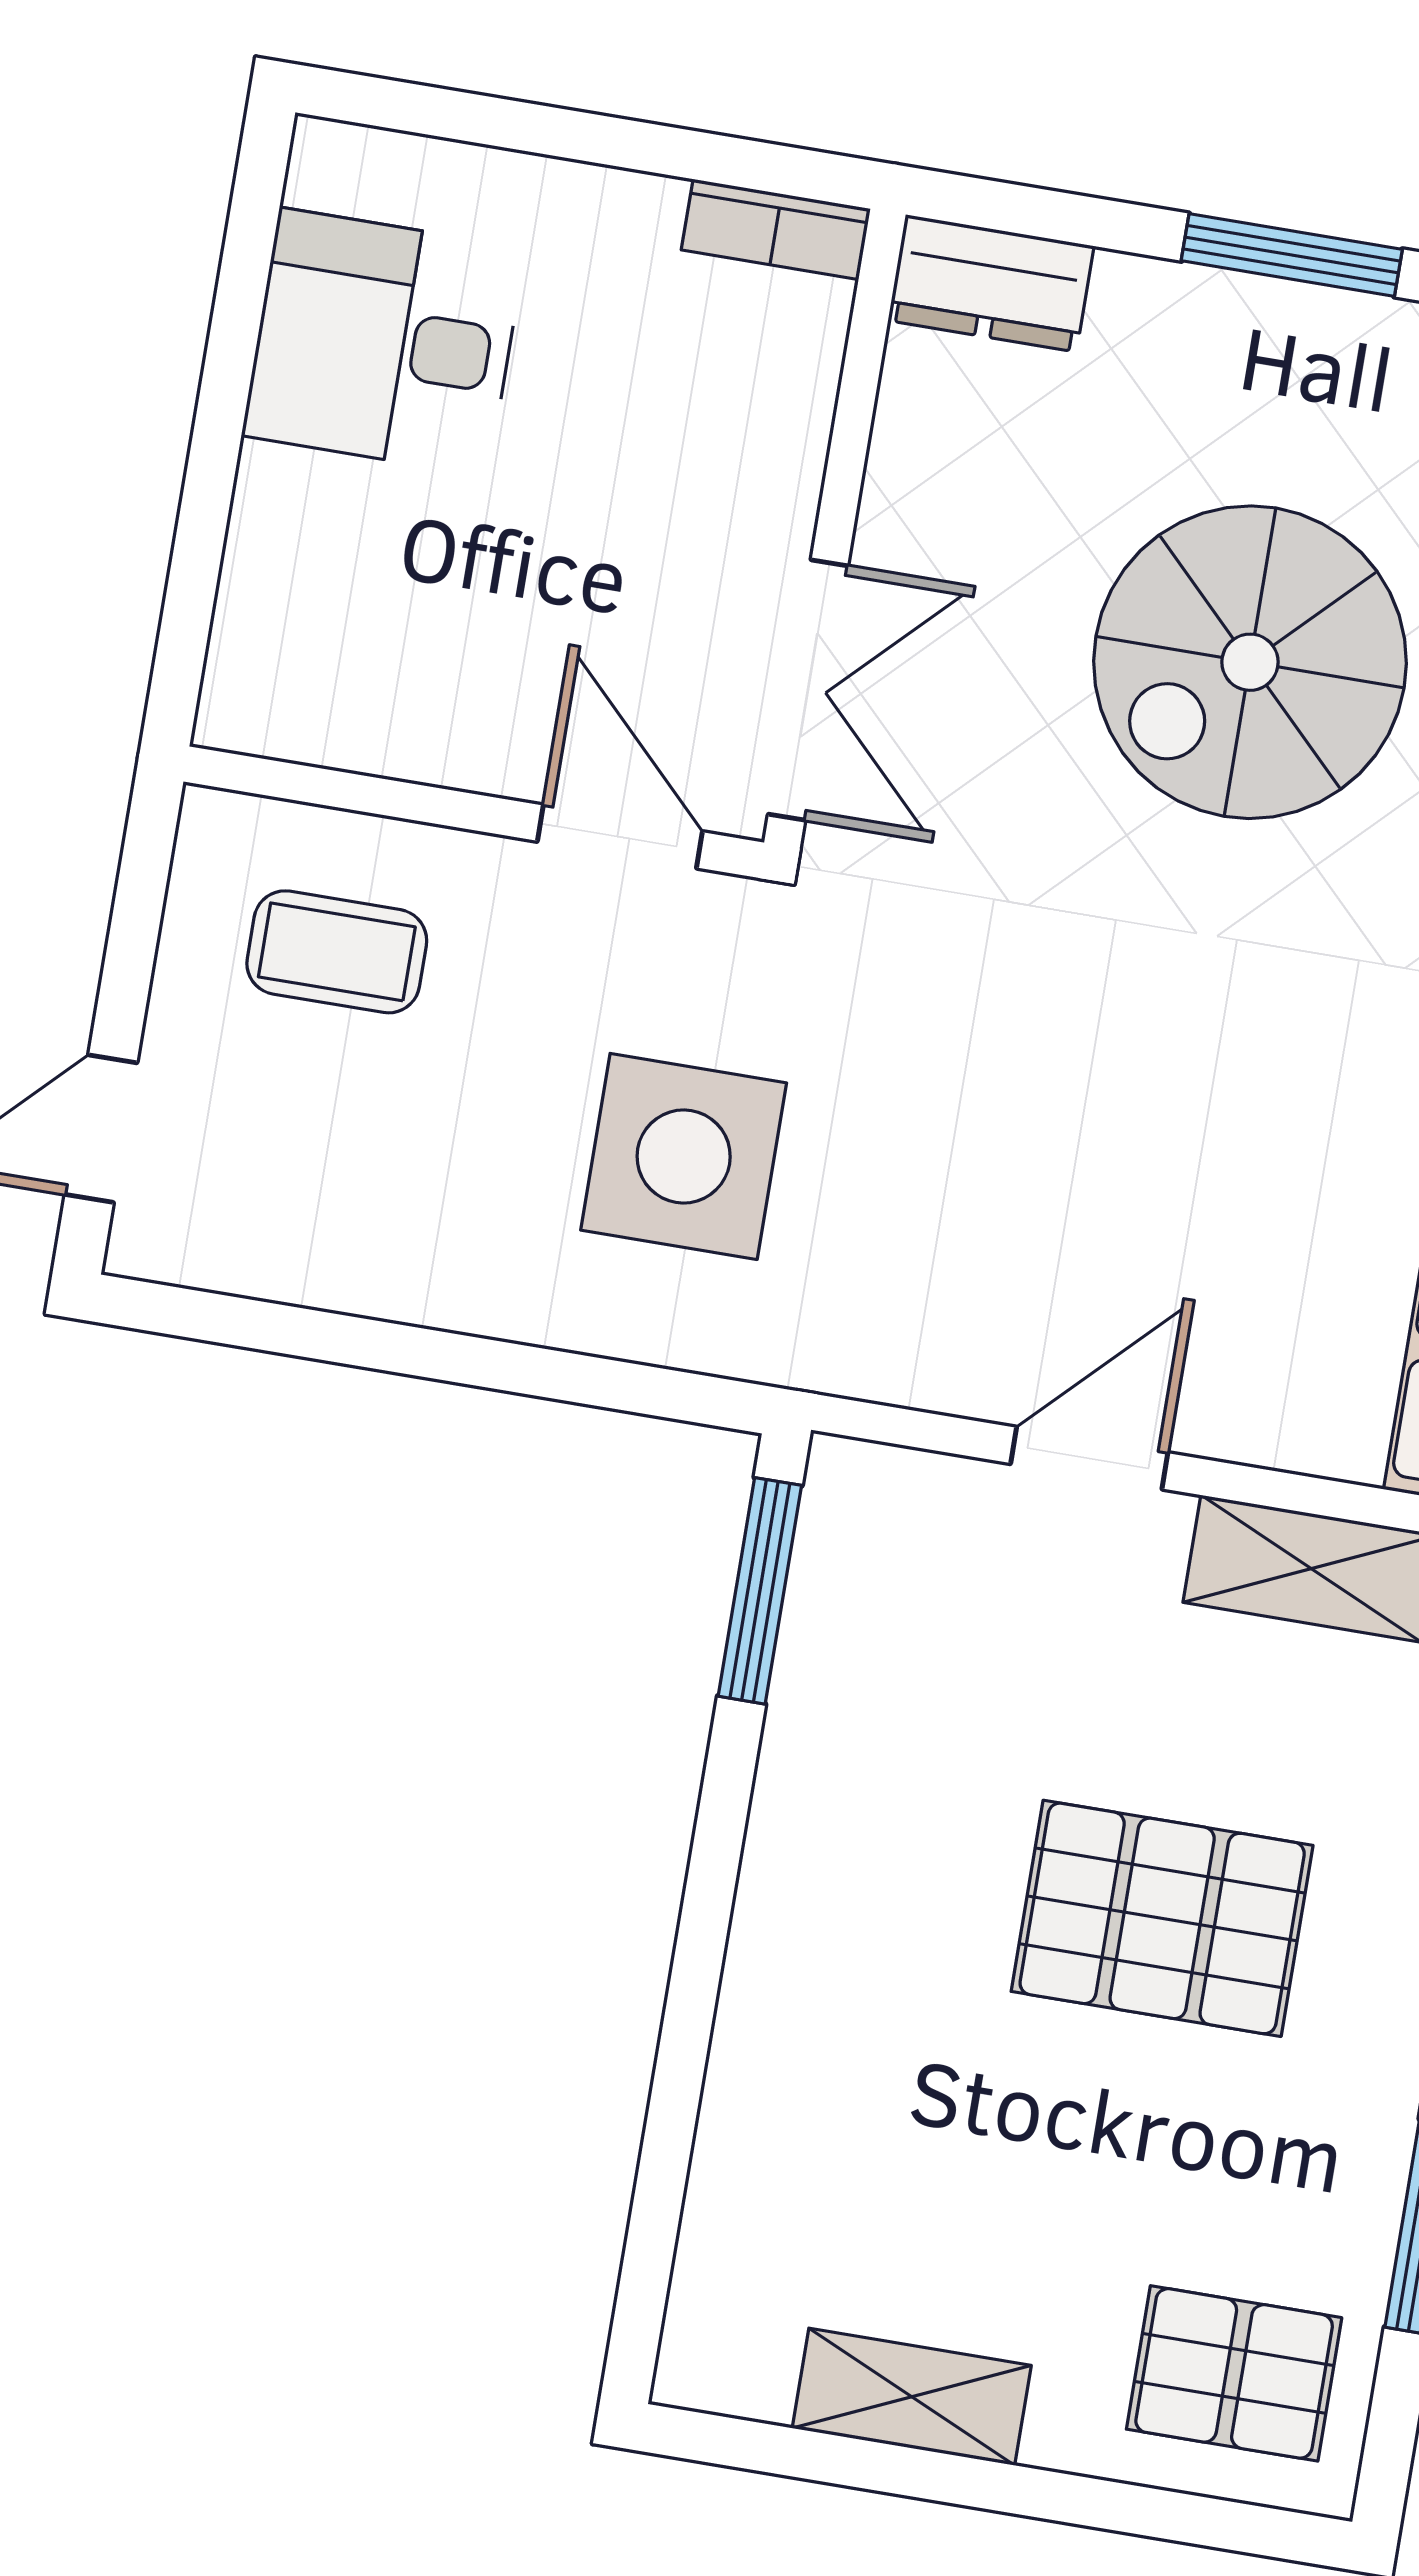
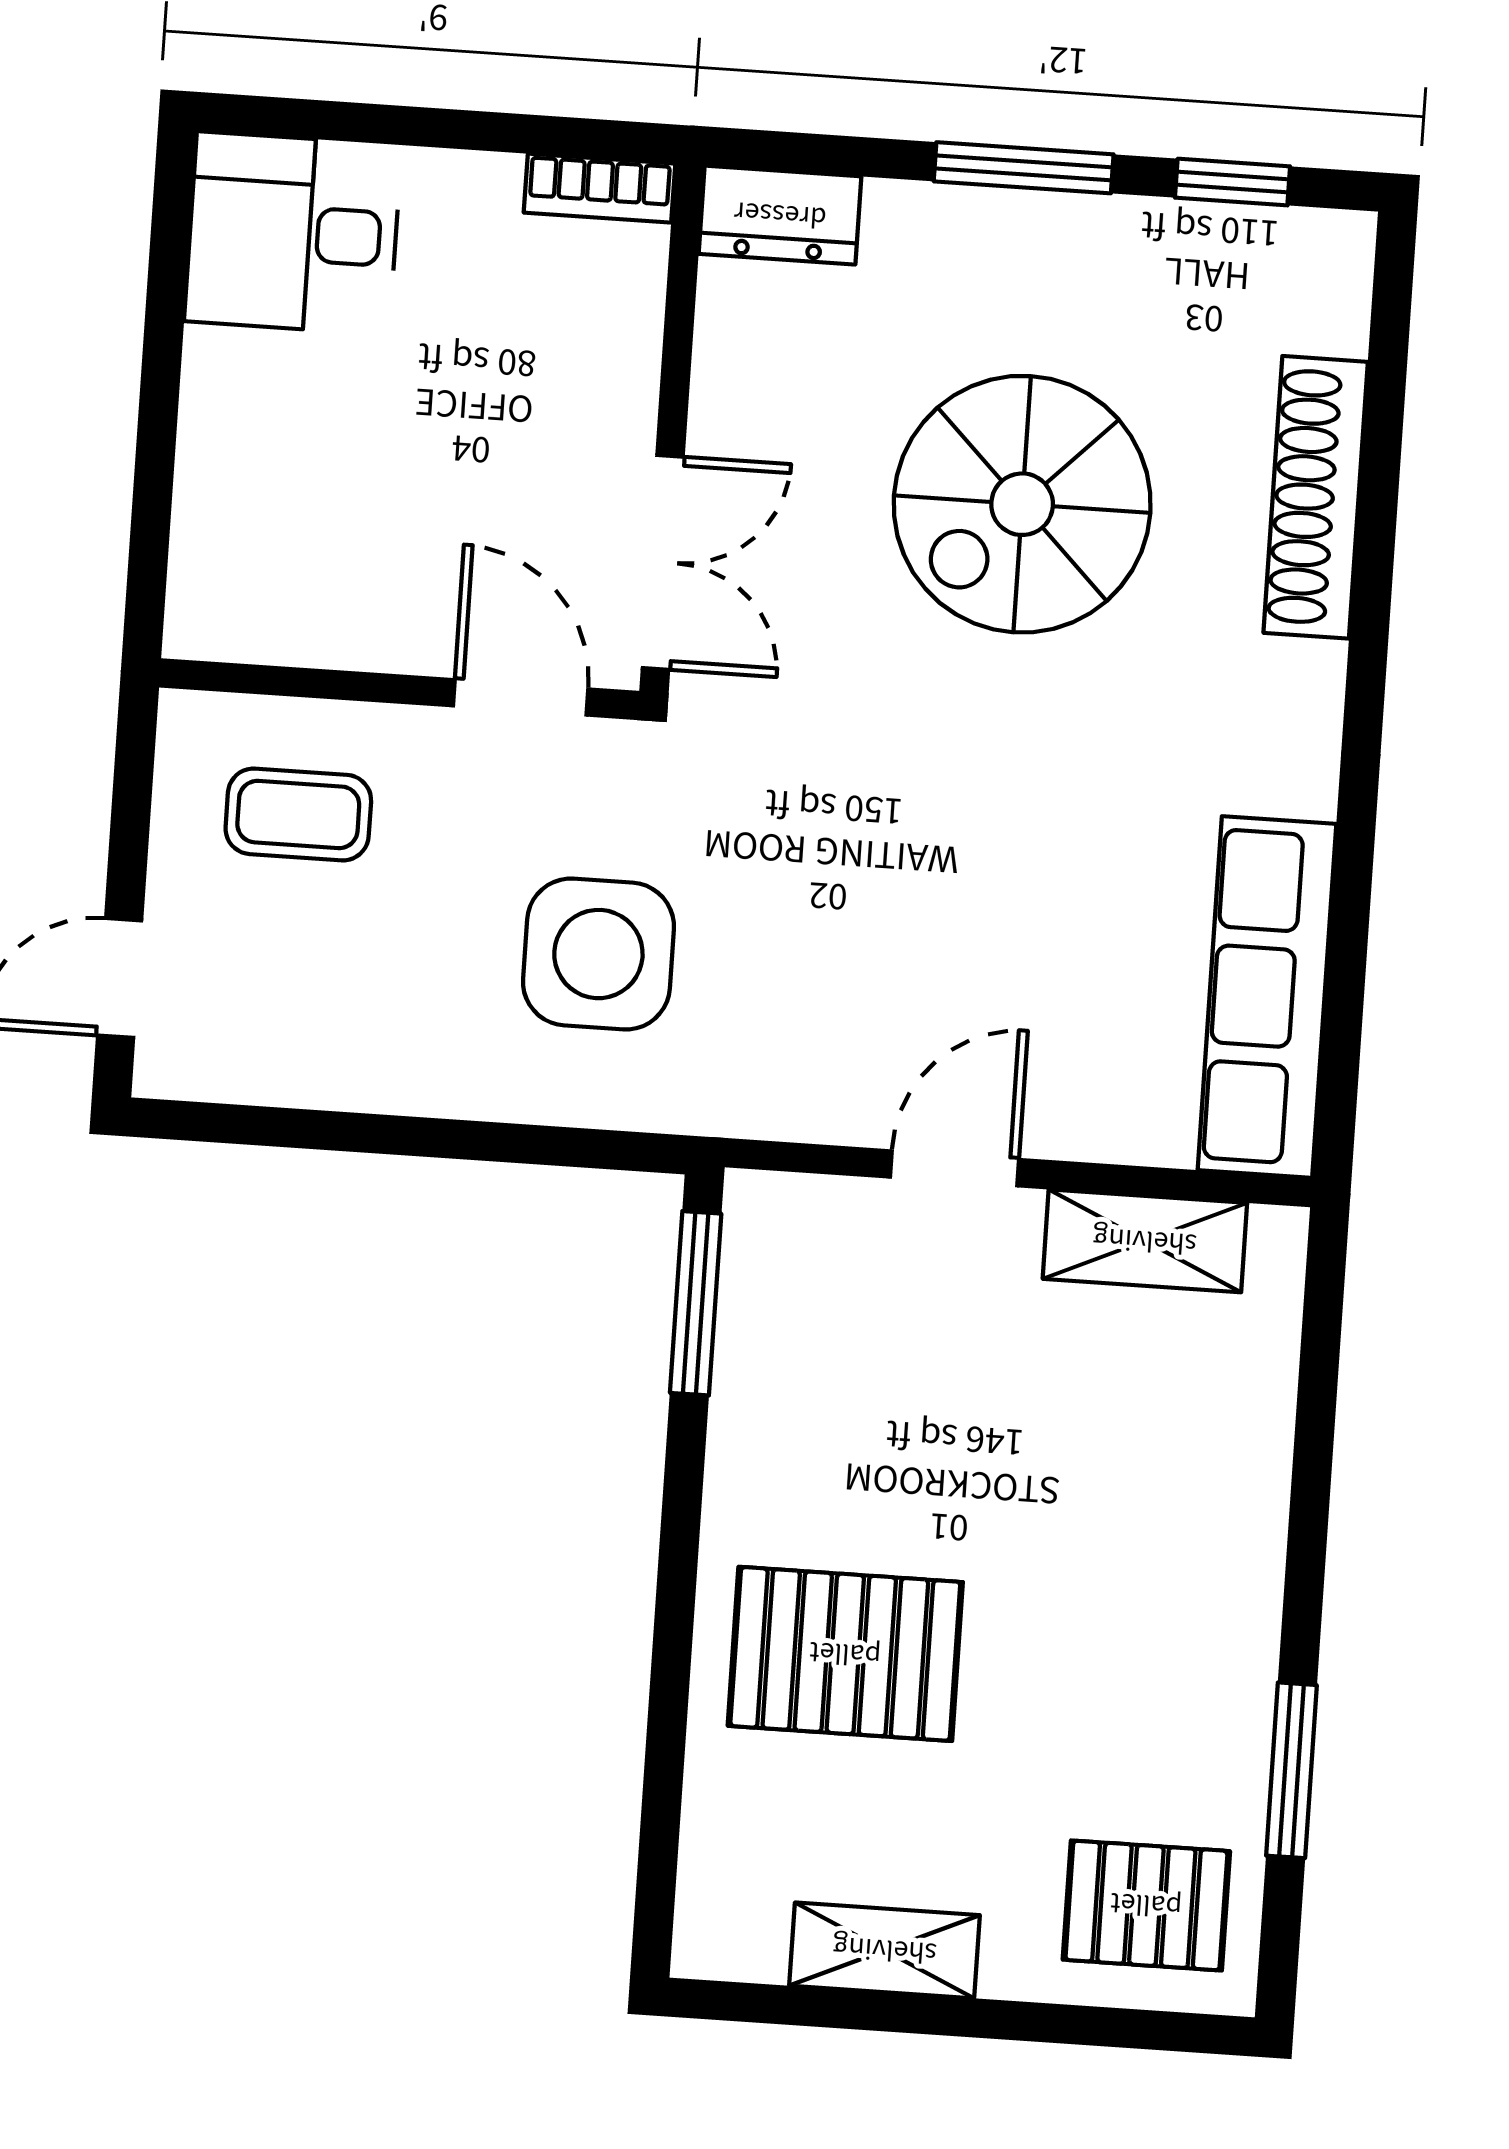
desk: (384, 342) -> (293, 233), moved
pallet: (1162, 1918) -> (845, 1654), moved

